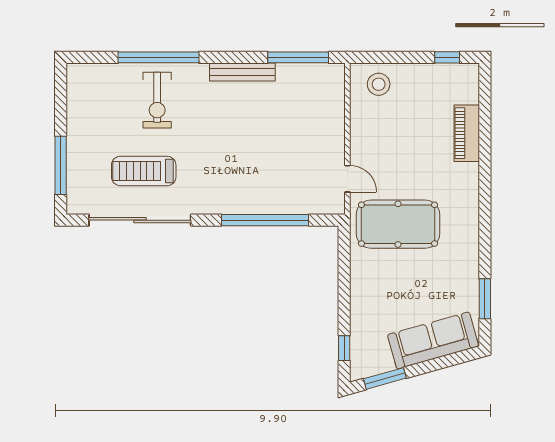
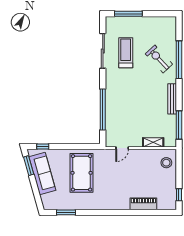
exercise bike: (157, 100) -> (159, 59), turned 47
shelving: (335, 112) -> (153, 142), added
sliding door: (140, 220) -> (103, 51), width x0.73
pool table: (398, 224) -> (82, 173), moved
sofa: (433, 340) -> (42, 173), moved

